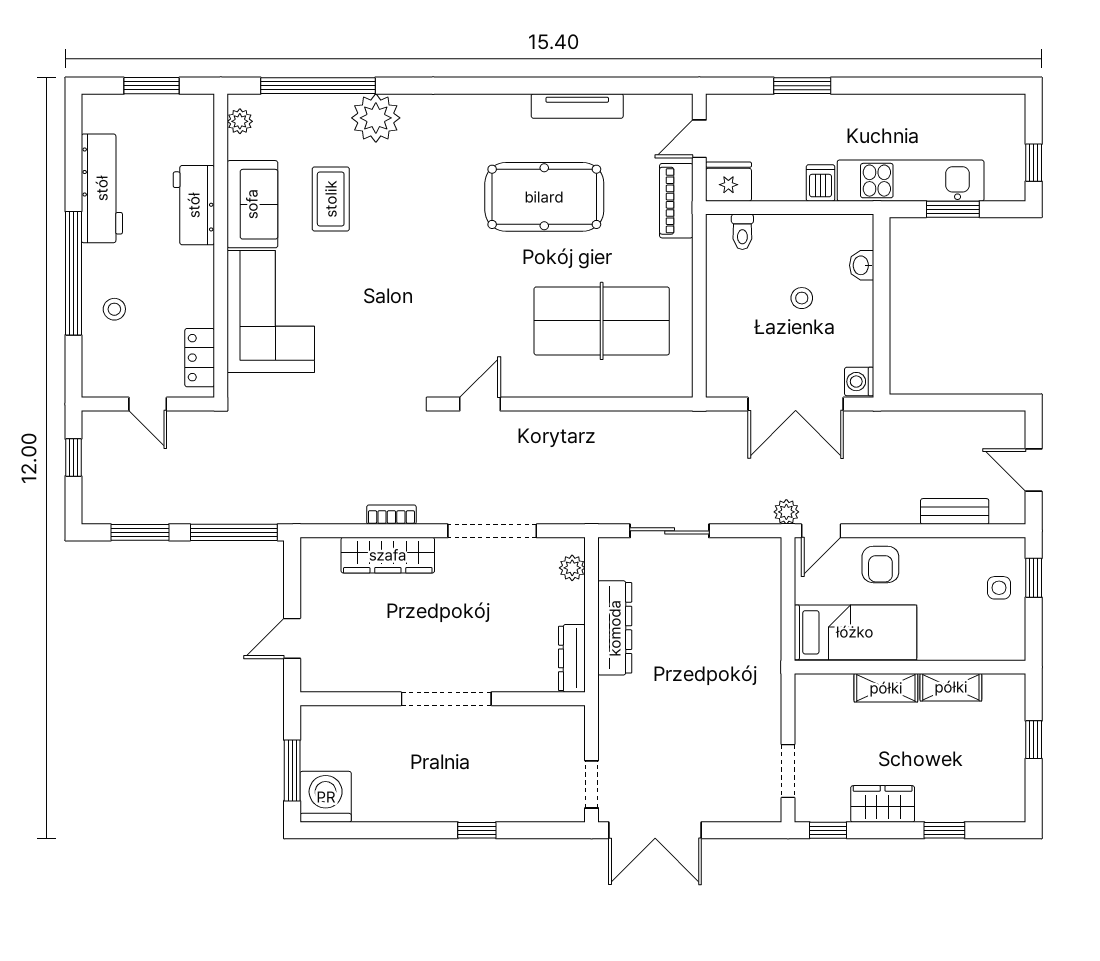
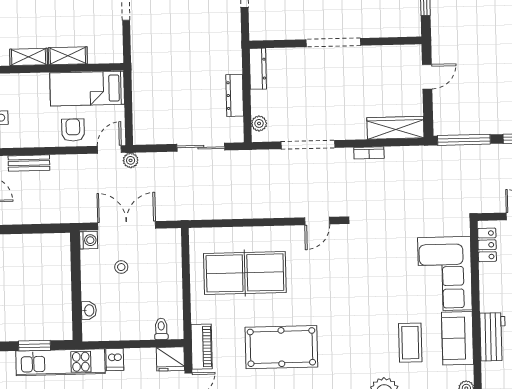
stool: (802, 298) -> (121, 267), moved
wardrobe: (388, 555) -> (395, 128), moved
dresser: (615, 628) -> (235, 95), width x0.73, depth x0.80

